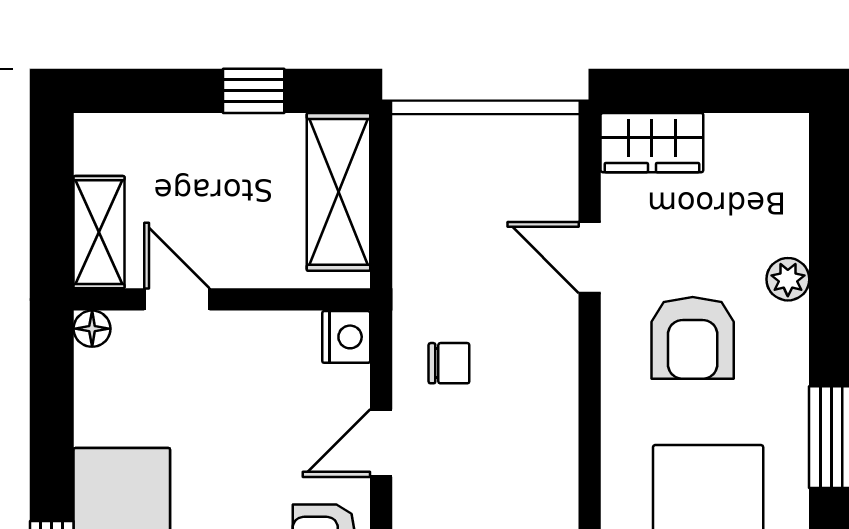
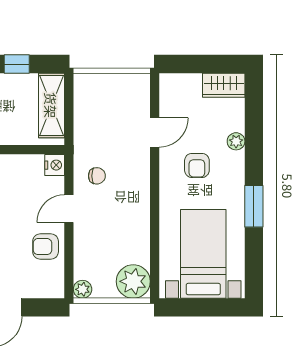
wardrobe: (652, 143) -> (224, 85), moved
door: (590, 257) -> (155, 132), swing flipped
armchair: (693, 338) -> (197, 165), width x0.72, depth x0.72

